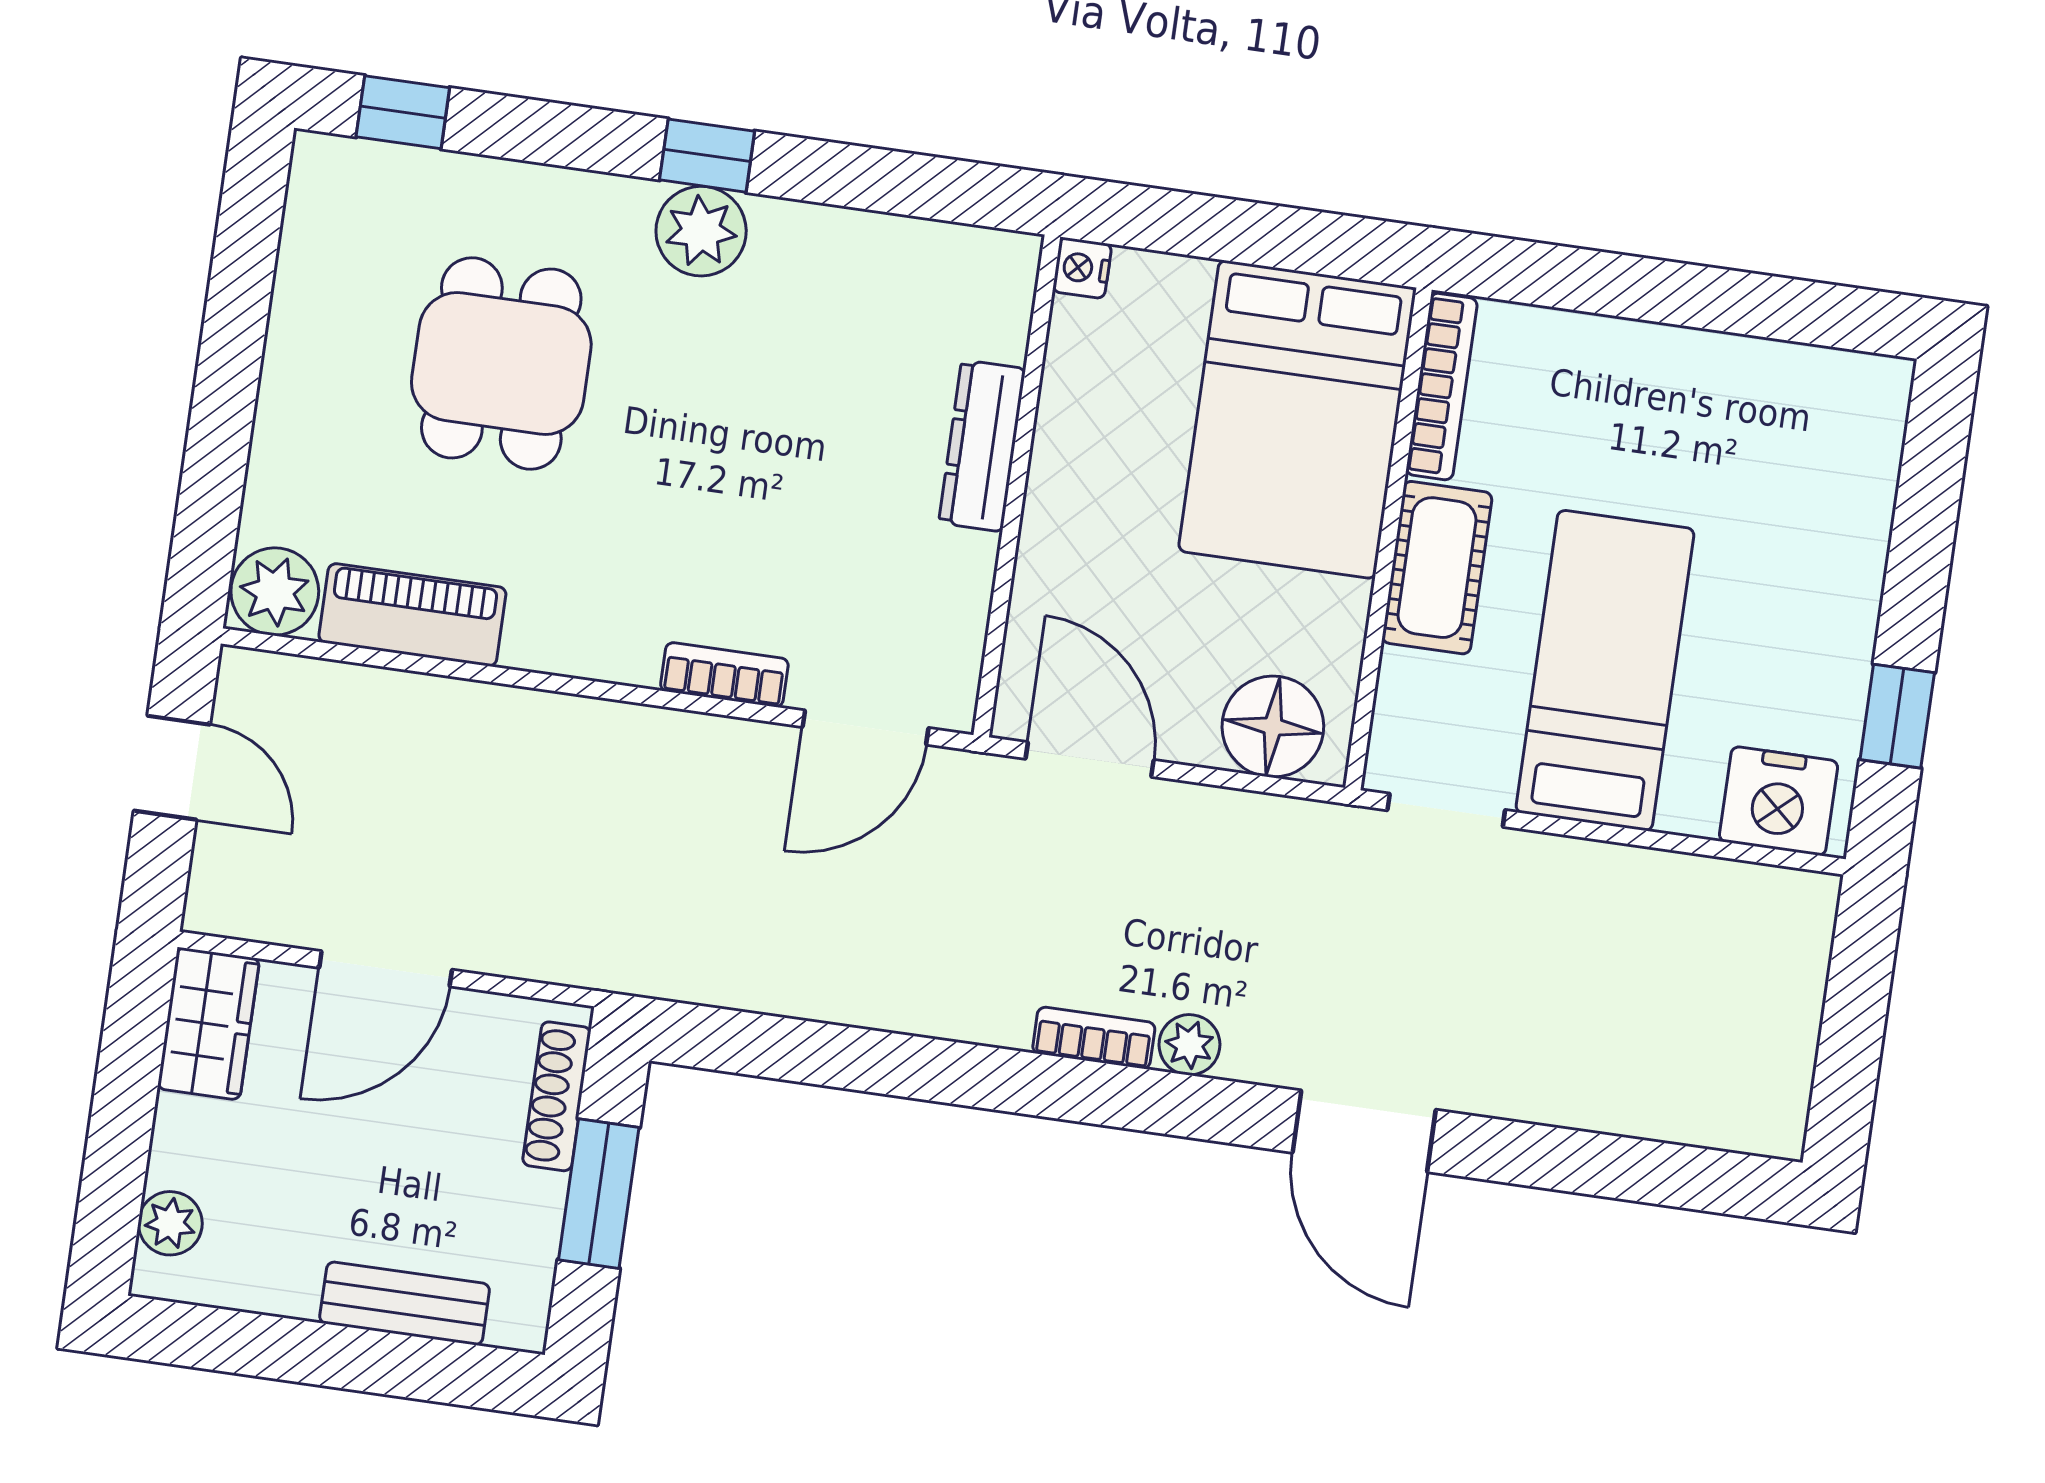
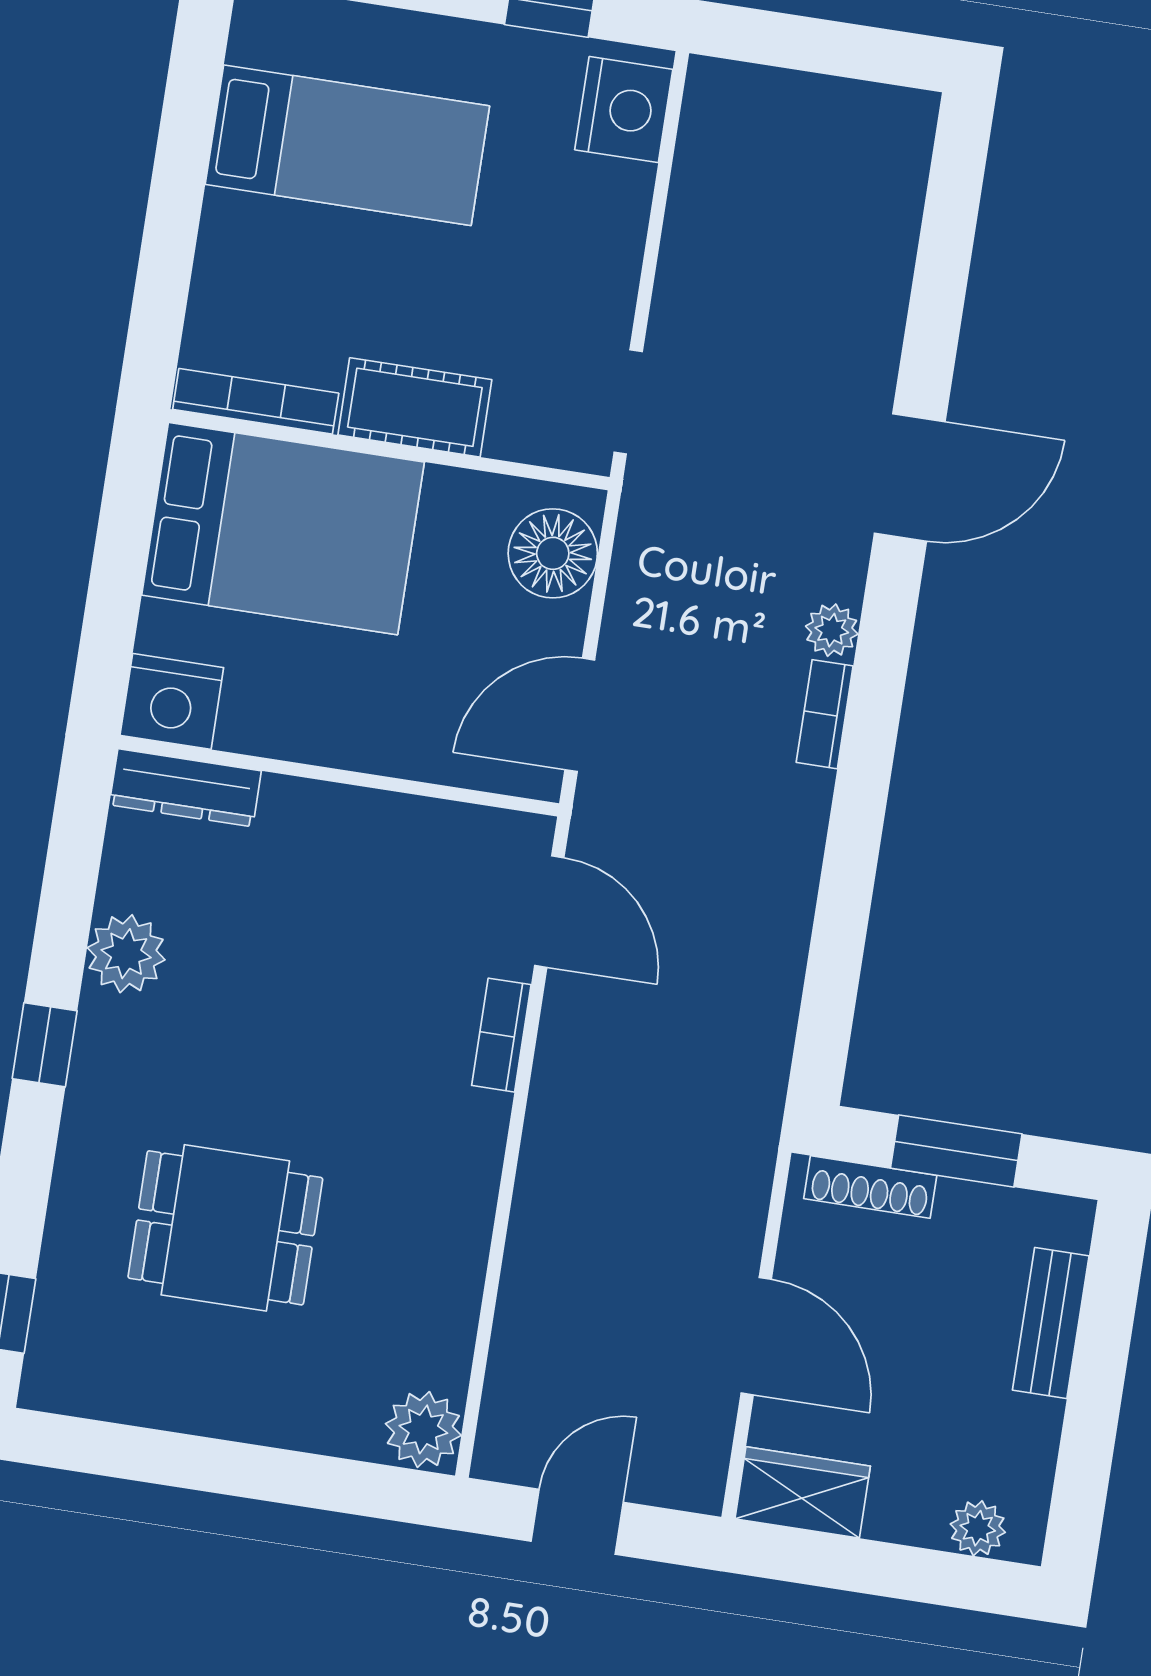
plant: (701, 231) -> (126, 954), moved
nightstand: (1082, 268) -> (172, 701), width x1.89, depth x1.79
dresser: (982, 446) -> (185, 788), moved
piano: (412, 615) -> (445, 1309), removed
bed: (1605, 670) -> (347, 145), moved, turned 180

